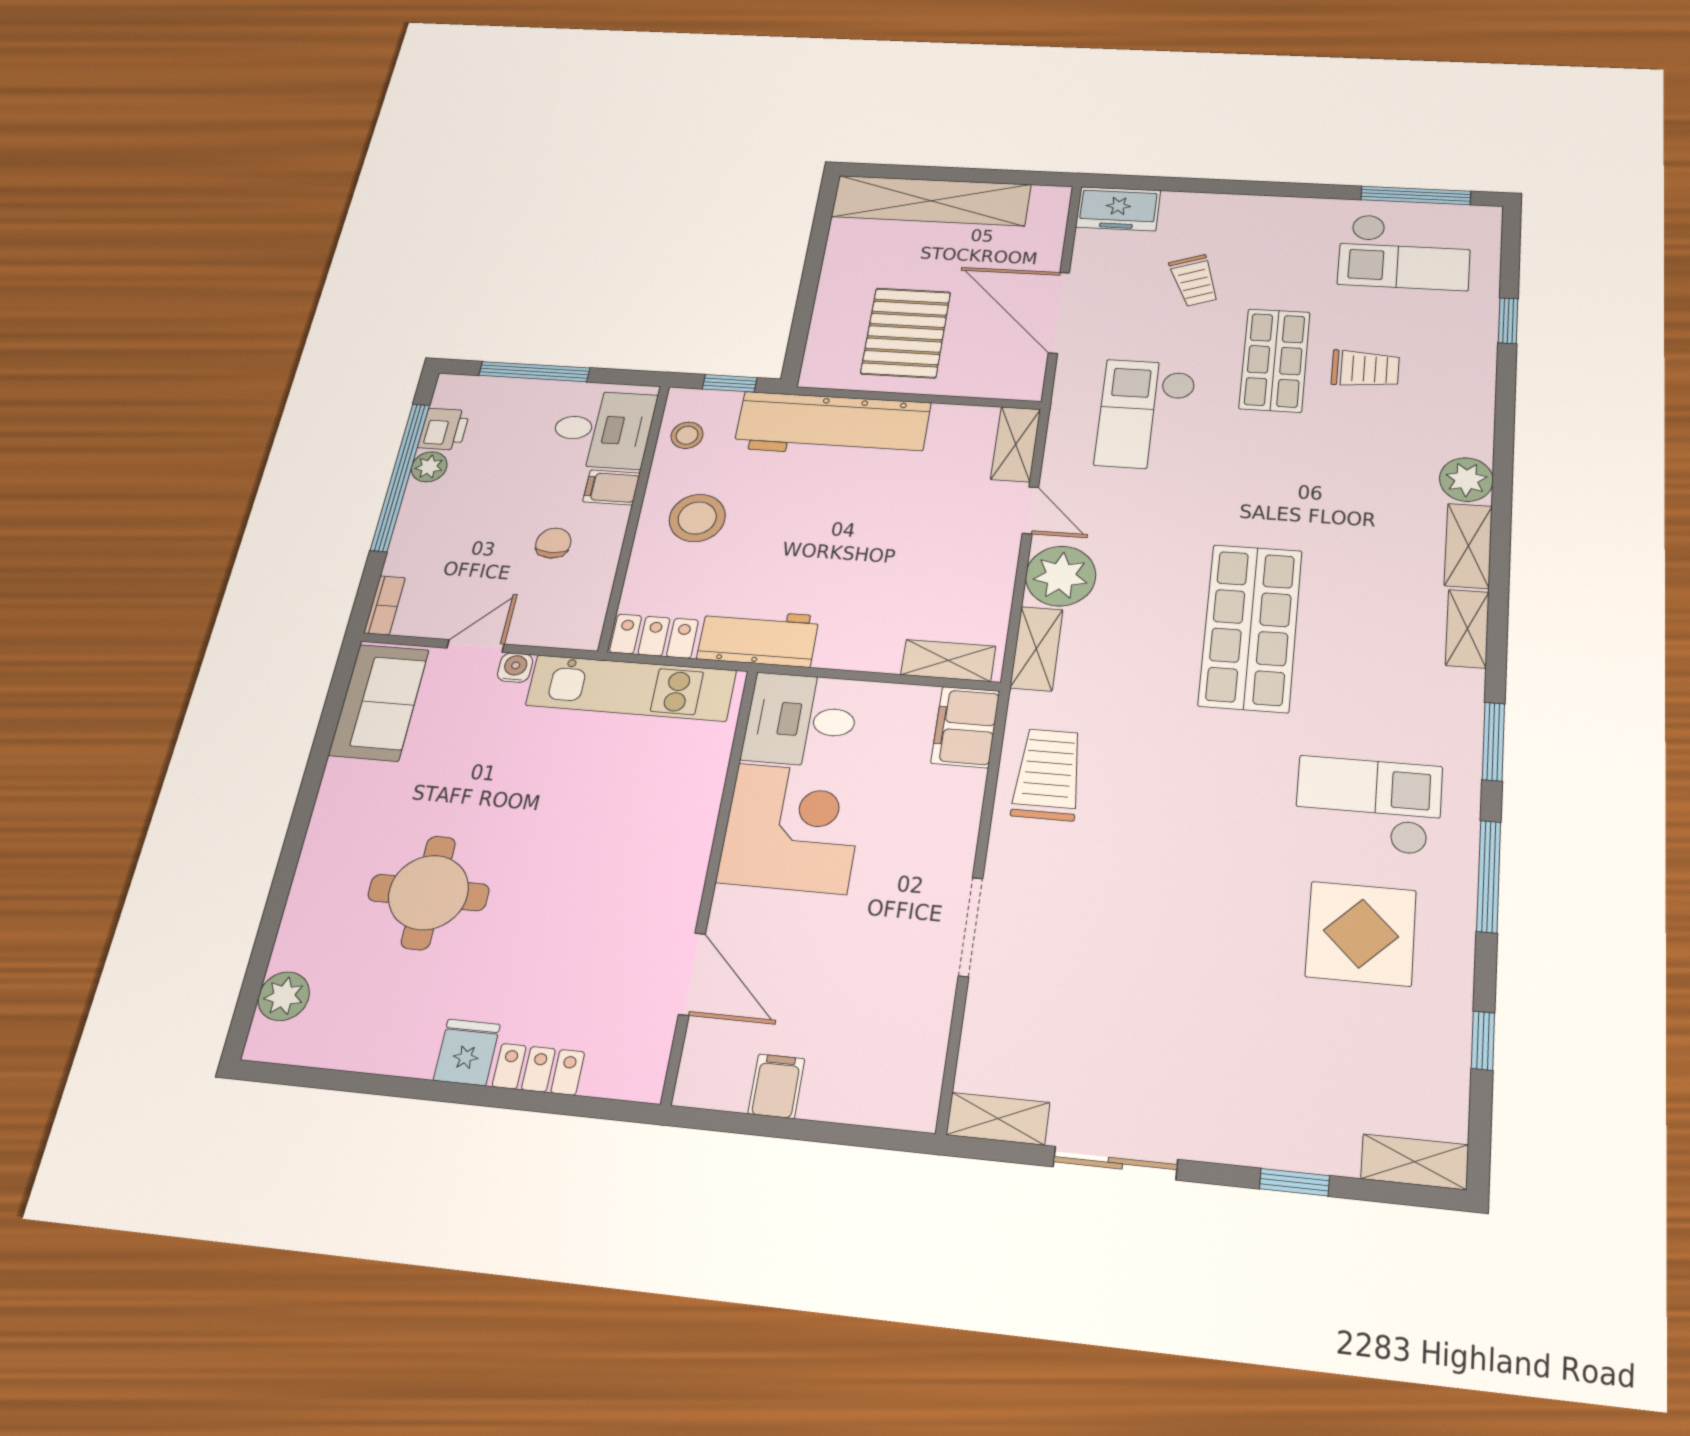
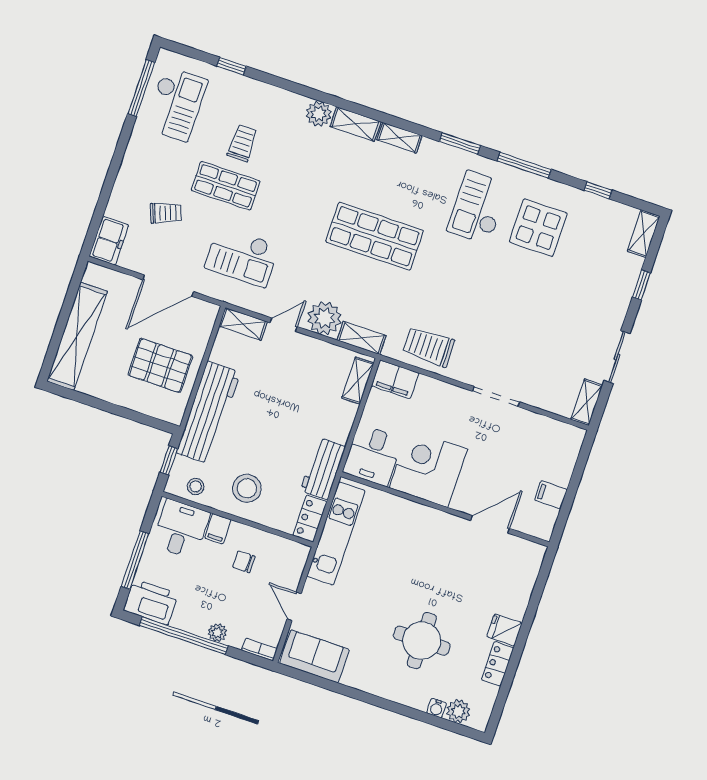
printer: (444, 429) -> (151, 602), width x1.87, depth x1.48
plant: (429, 467) -> (217, 632), moved
water cooler: (515, 668) -> (437, 708), moved, turned -90
locker: (538, 1069) -> (498, 664), moved

